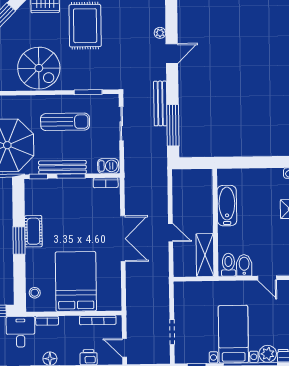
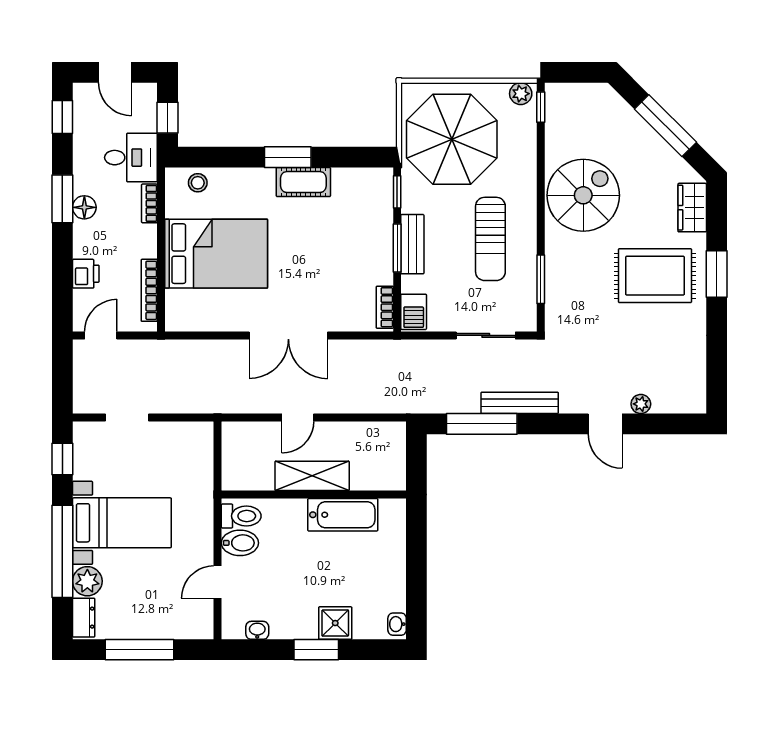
spiral stairs: (39, 68) -> (583, 195), turned 180
bench: (62, 167) -> (412, 244), width x0.73
shelving: (205, 255) -> (312, 476), moved

